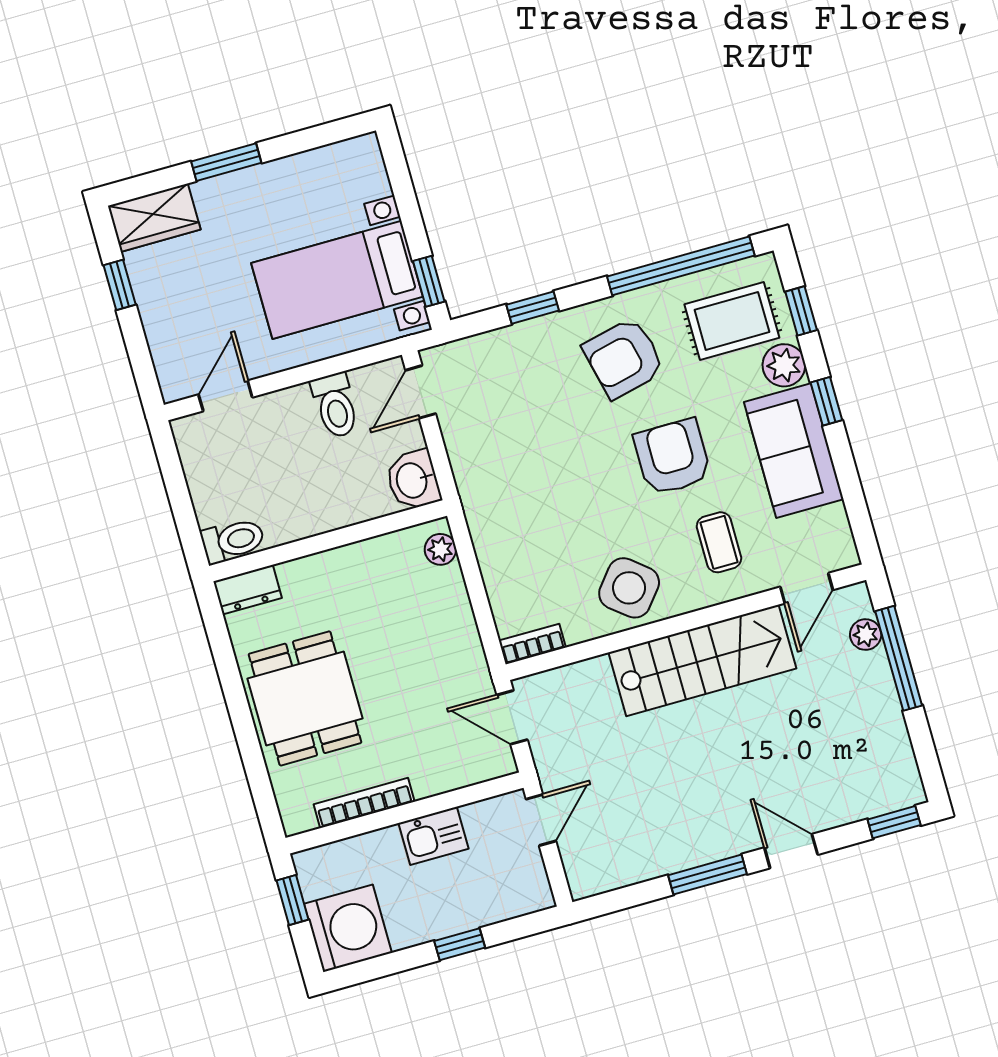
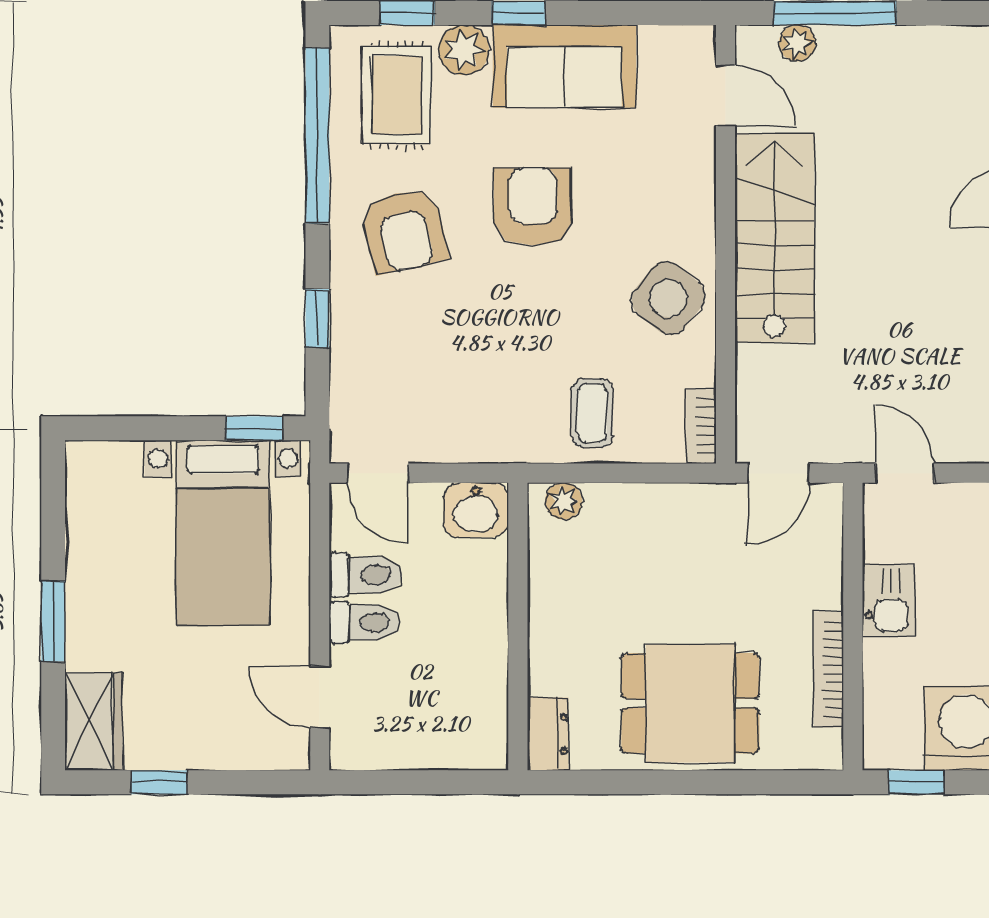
armchair: (672, 457) -> (533, 207), turned 90
toilet: (233, 540) -> (365, 622), moved, turned 90
coffee table: (719, 542) -> (592, 413), moved, turned 90

